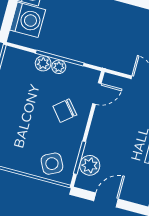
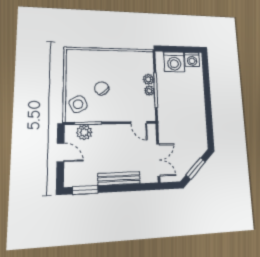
chair: (65, 111) -> (102, 88), moved

